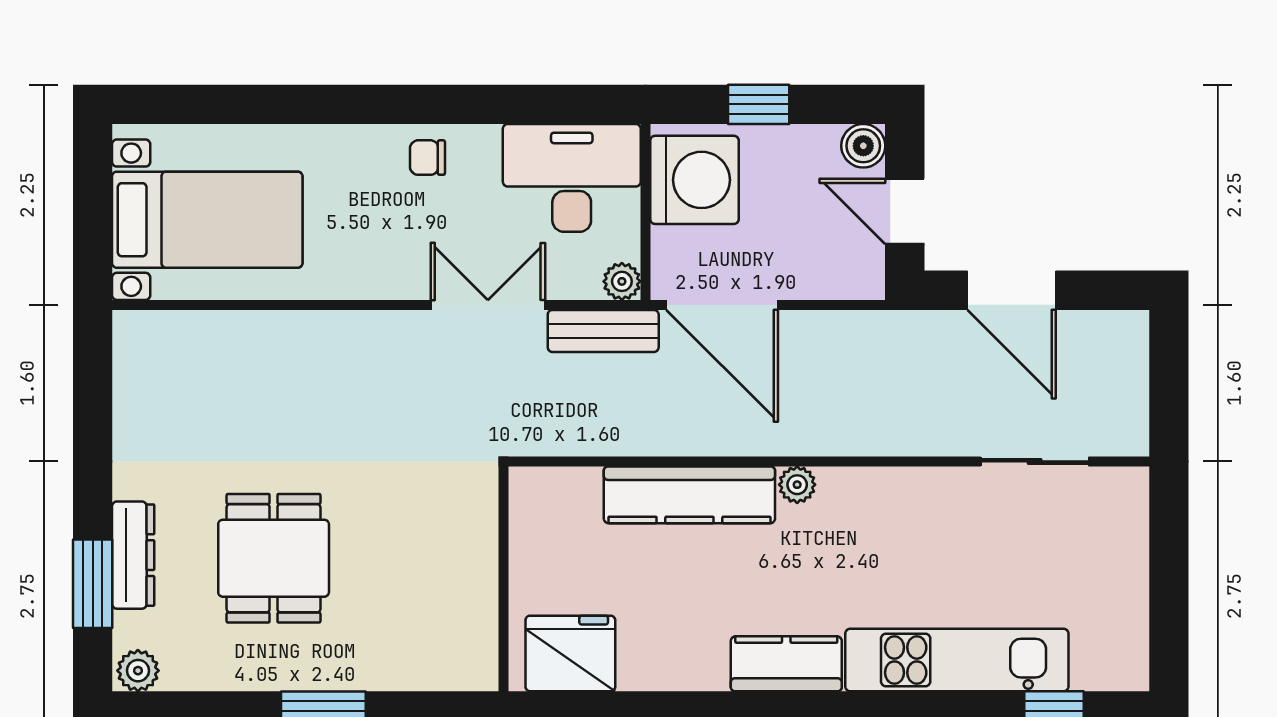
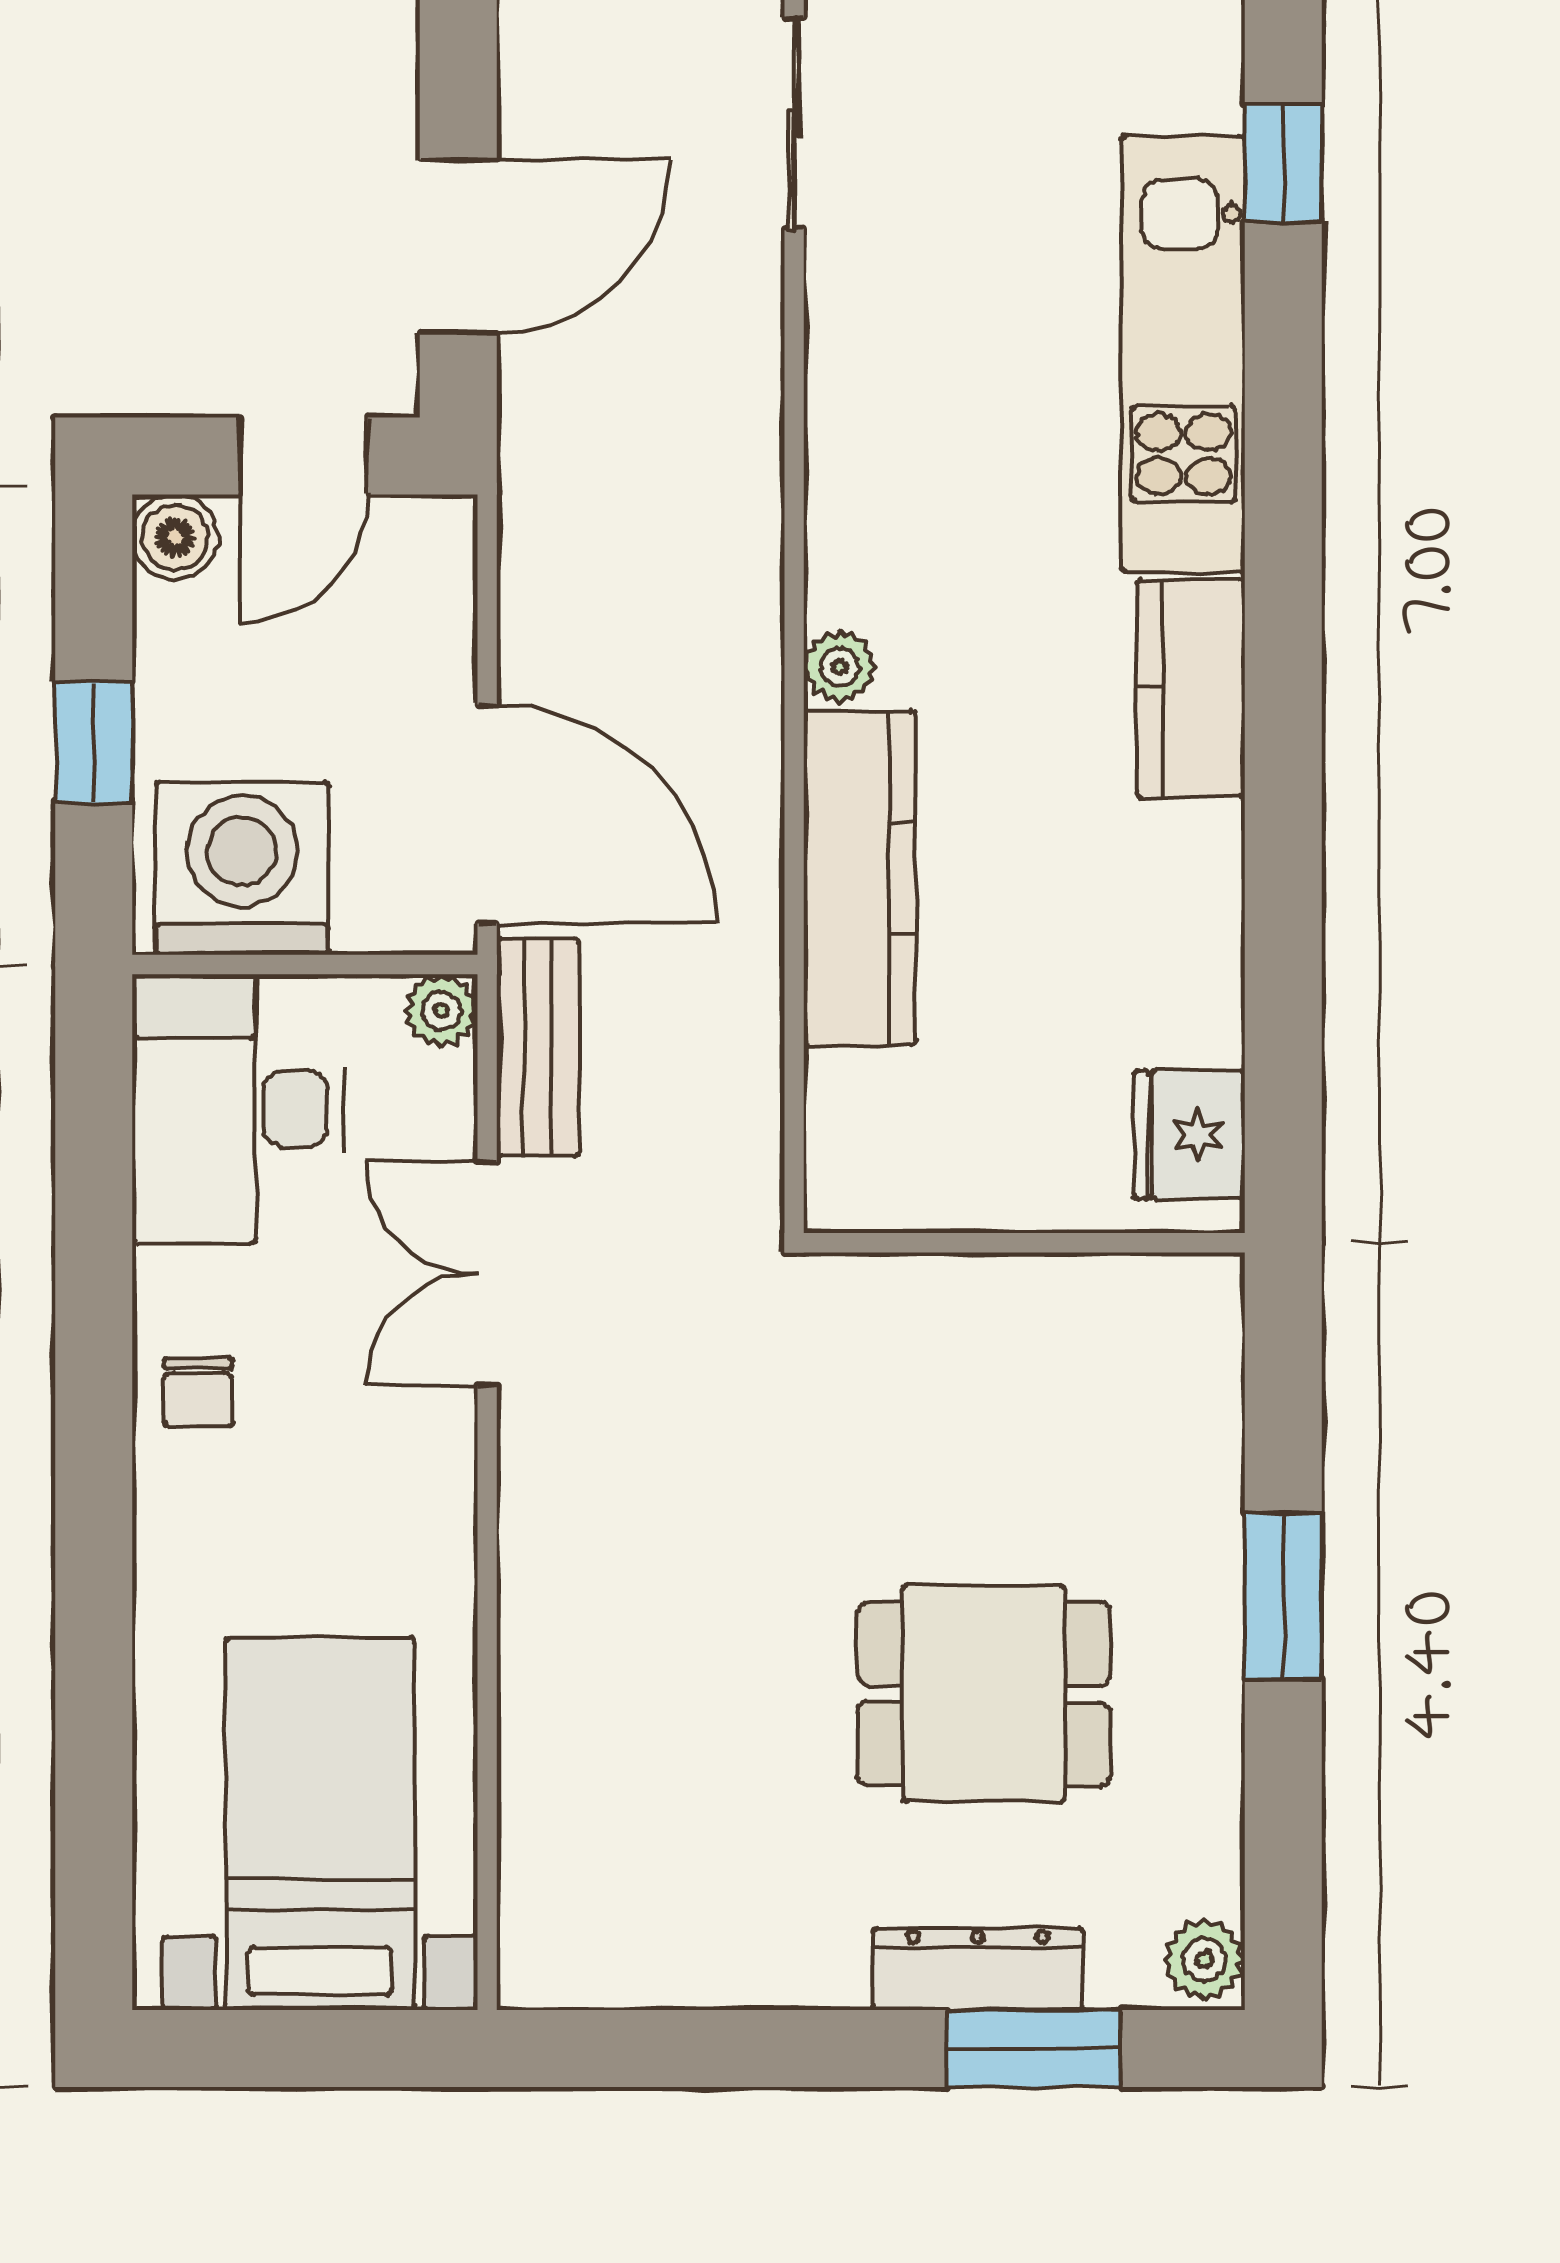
door: (722, 305) -> (487, 814), hinge flipped
sliding door: (1035, 461) -> (794, 123), moved
fridge: (570, 653) -> (1189, 1135), width x0.73, depth x0.75

